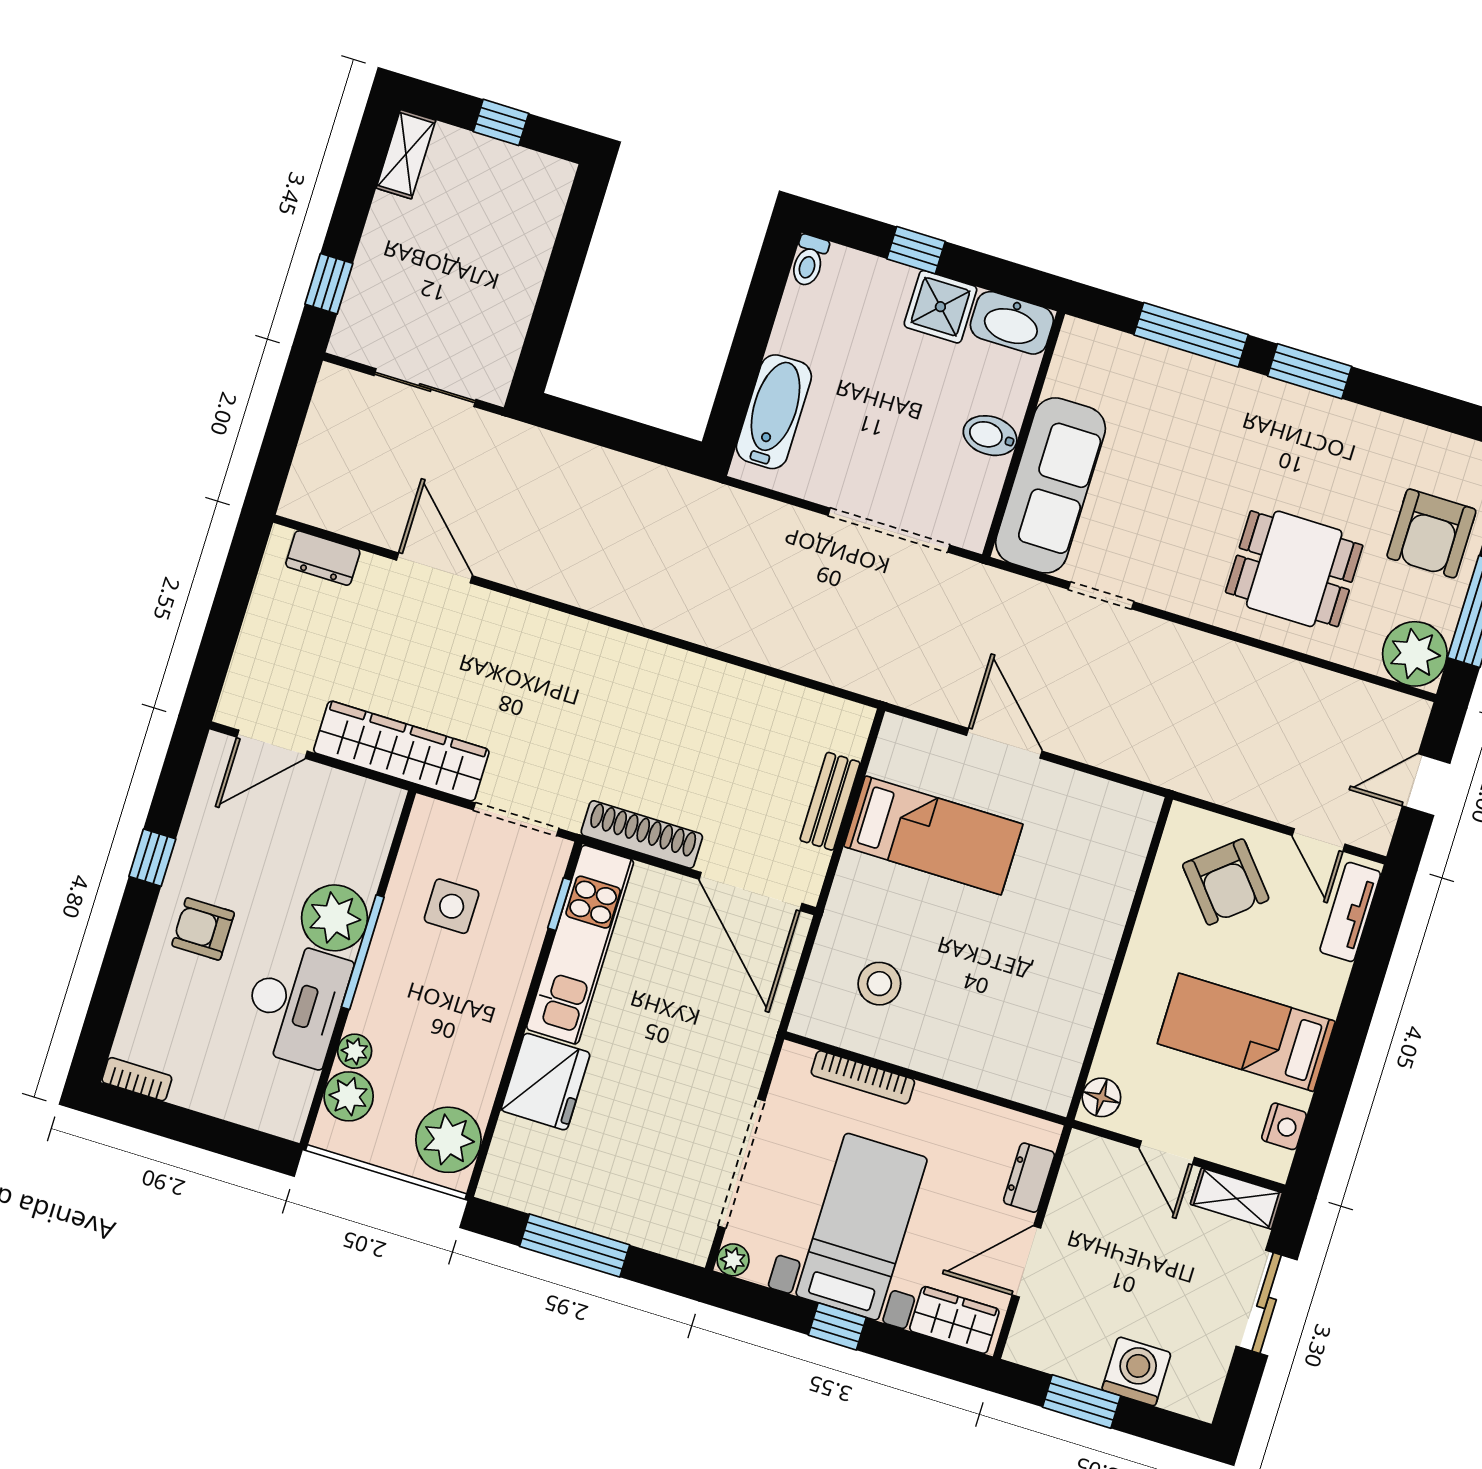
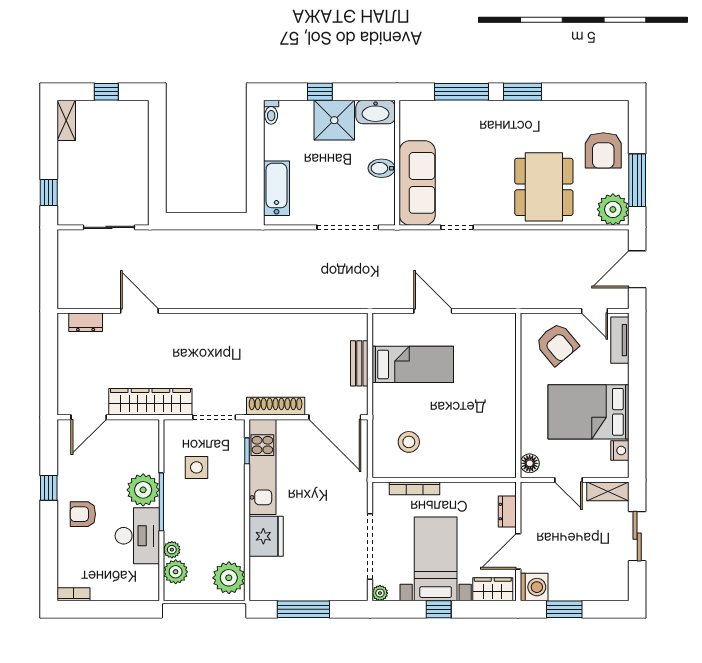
shower: (940, 307) -> (334, 120), width x1.36, depth x1.36
dining table: (1294, 569) -> (544, 187), width x1.38
door: (1426, 785) -> (637, 269), width x1.38
bed: (1246, 1032) -> (588, 412), width x1.50
washing machine: (1137, 1371) -> (534, 587), moved, turned 90

